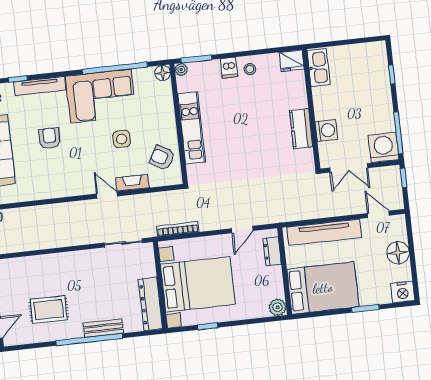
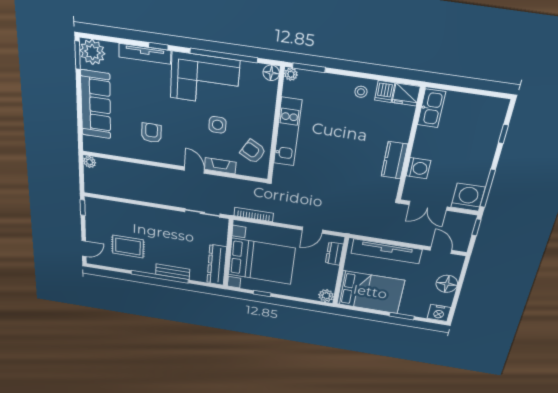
dishwasher: (229, 68) -> (385, 91), moved
window: (18, 79) -> (158, 46), moved
armchair: (50, 138) -> (151, 133), moved

